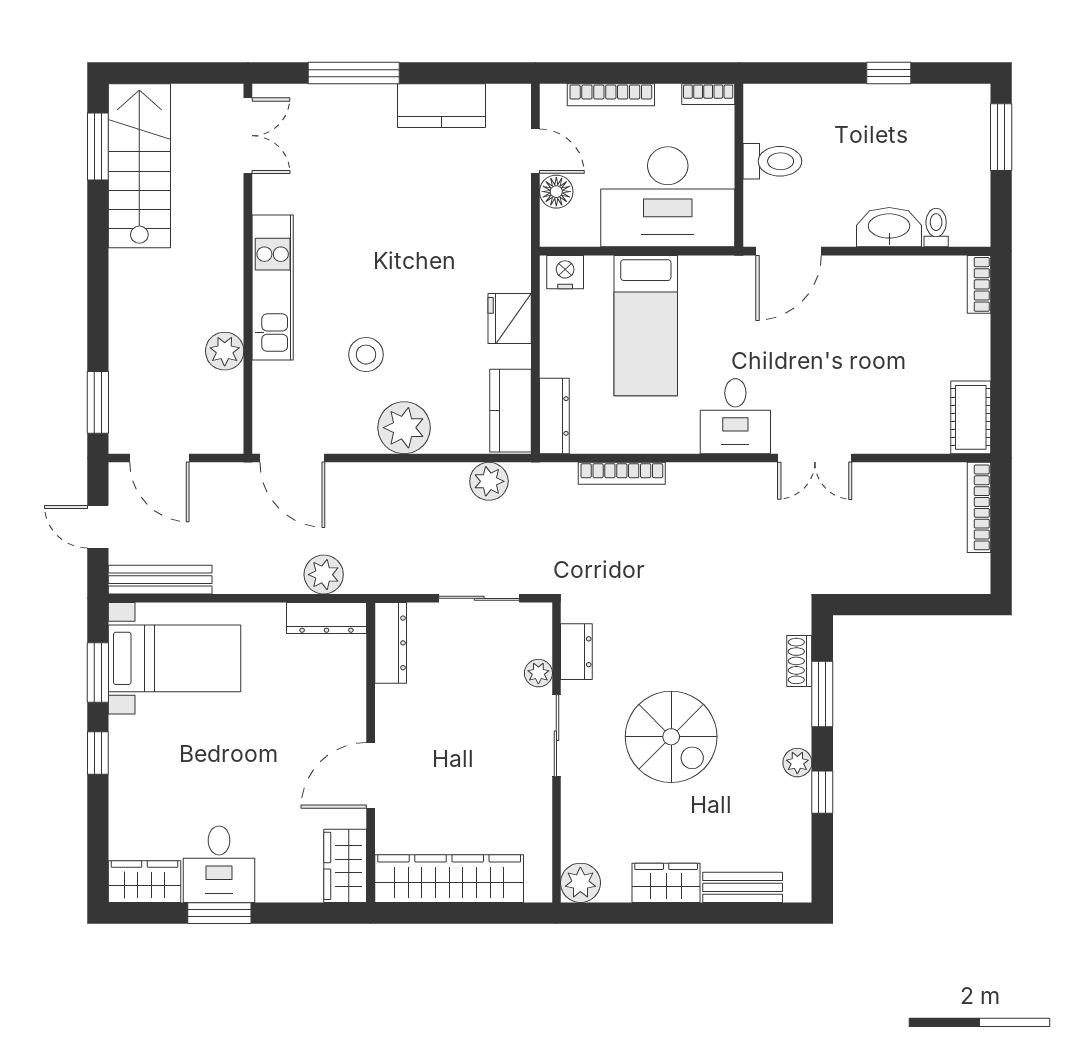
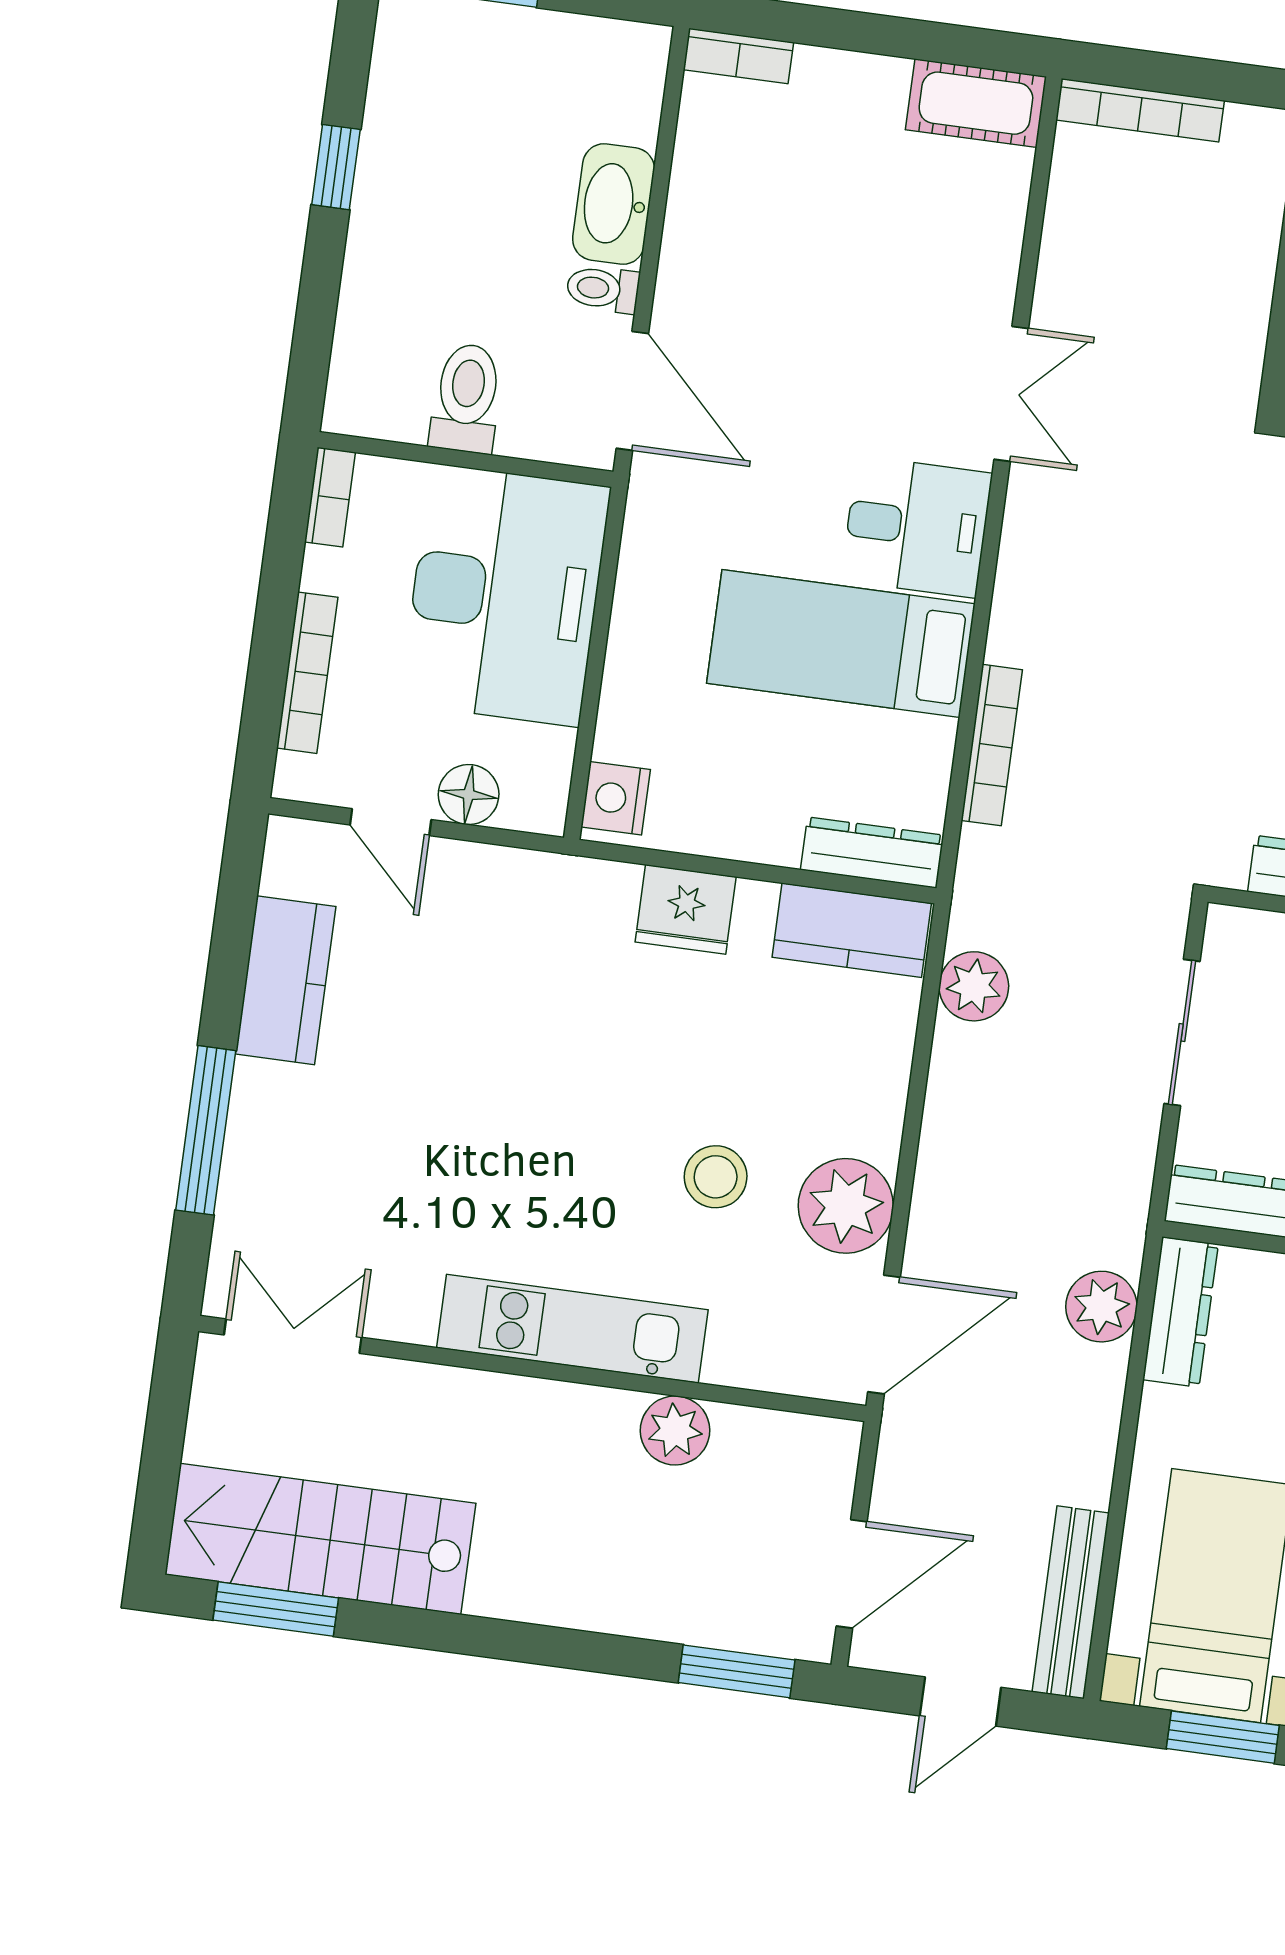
door: (535, 151) -> (391, 822), swing flipped
toilet: (936, 228) -> (603, 289), moved
bed: (646, 326) -> (841, 644), moved, turned 180
plant: (404, 428) -> (846, 1206), moved

